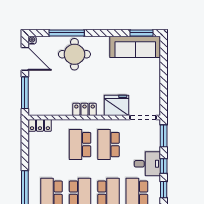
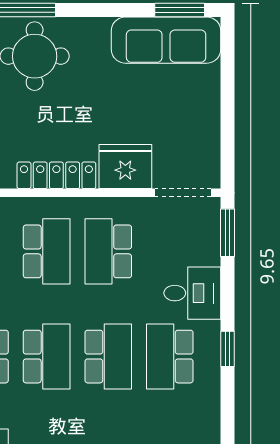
locker: (85, 109) -> (56, 175), width x1.53
school desk: (80, 145) -> (47, 251), turned 180
window: (164, 166) -> (227, 298), removed

